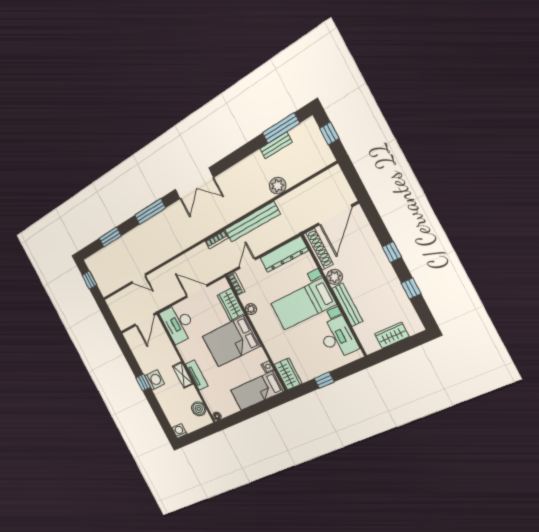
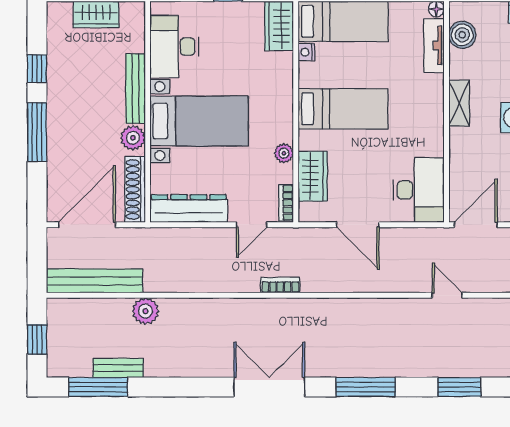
bench: (252, 222) -> (95, 281), moved
window: (392, 252) -> (37, 132), width x2.17
bed: (232, 341) -> (343, 109), width x0.67
tv unit: (197, 375) -> (434, 46), moved

